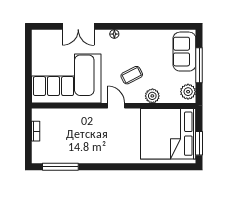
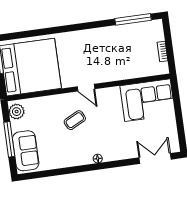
double door: (78, 26) -> (155, 158), moved
corner sofa: (66, 78) -> (147, 100), width x0.73, depth x0.74
plant: (152, 96) -> (52, 102), removed

